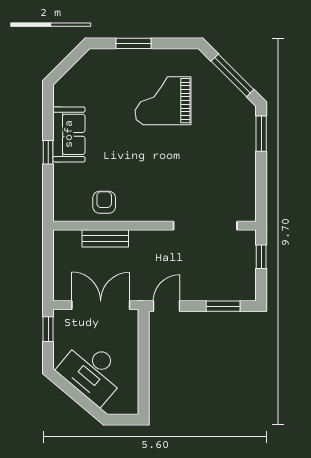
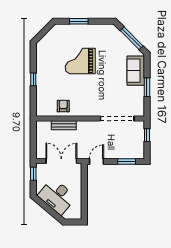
grand piano: (163, 101) -> (80, 61), moved
sofa: (69, 134) -> (136, 71), moved, turned 180
window: (261, 134) -> (147, 87), moved

